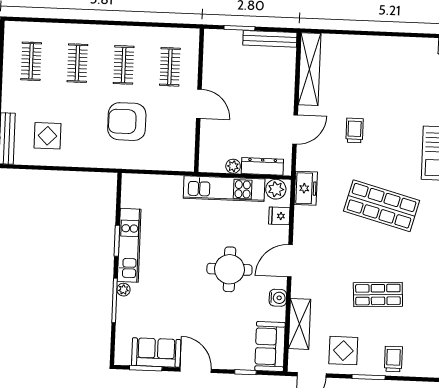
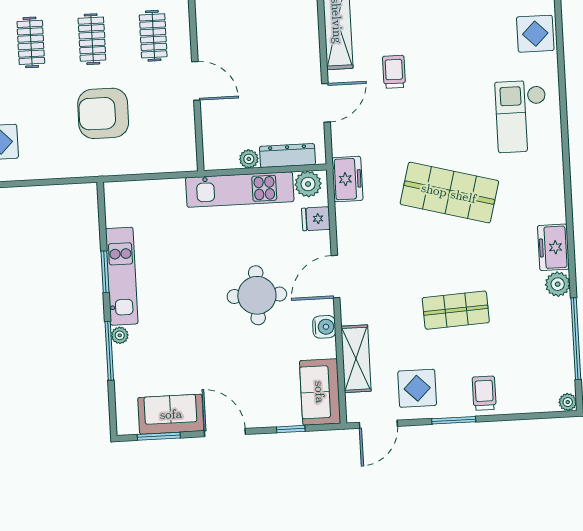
trolley: (355, 130) -> (394, 72), moved

